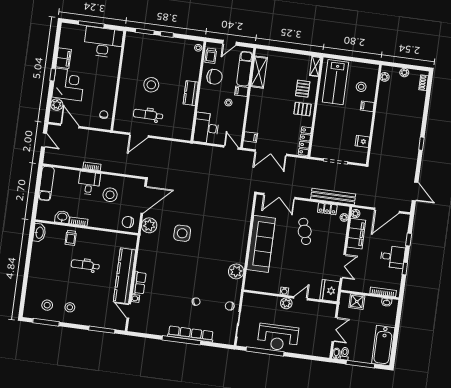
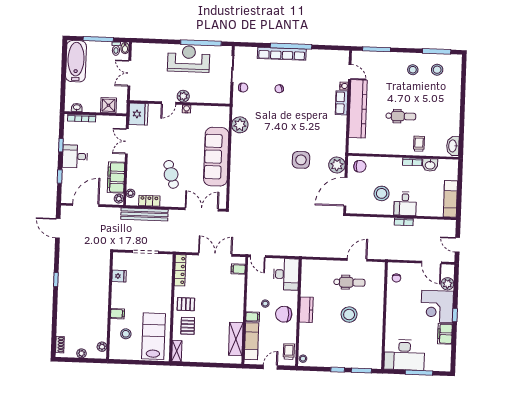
chair: (214, 77) -> (284, 314), moved

